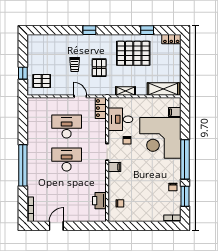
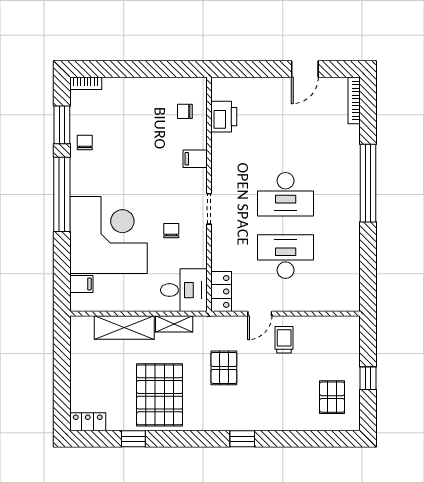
pallet: (133, 53) -> (160, 395), turned 90
trolley: (75, 64) -> (284, 340), moved
window: (23, 73) -> (368, 378), moved
pallet: (42, 81) -> (332, 397), moved, turned 90
shelving: (163, 89) -> (124, 327), moved
door: (80, 96) -> (260, 314), hinge flipped
desk: (120, 119) -> (184, 290), moved
desk: (67, 127) -> (286, 257), turned 180
filing cabinet: (114, 167) -> (195, 159), moved

